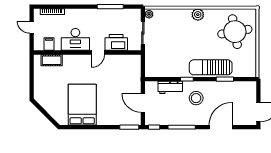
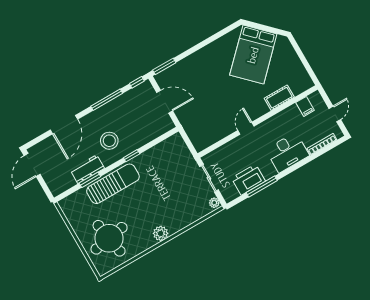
door: (32, 27) -> (335, 114), hinge flipped
desk: (75, 39) -> (287, 152), moved, turned 180
printer: (116, 42) -> (248, 180), moved, turned 180
cot: (52, 60) -> (279, 98), moved
workbench: (170, 87) -> (87, 169), moved
bed: (82, 105) -> (253, 55), moved, turned 45

